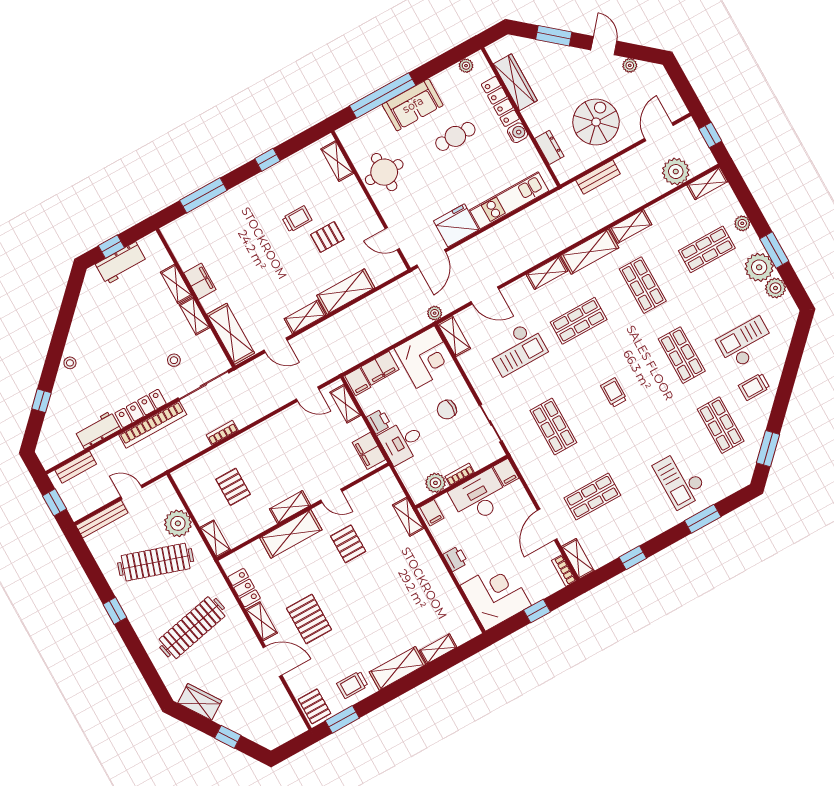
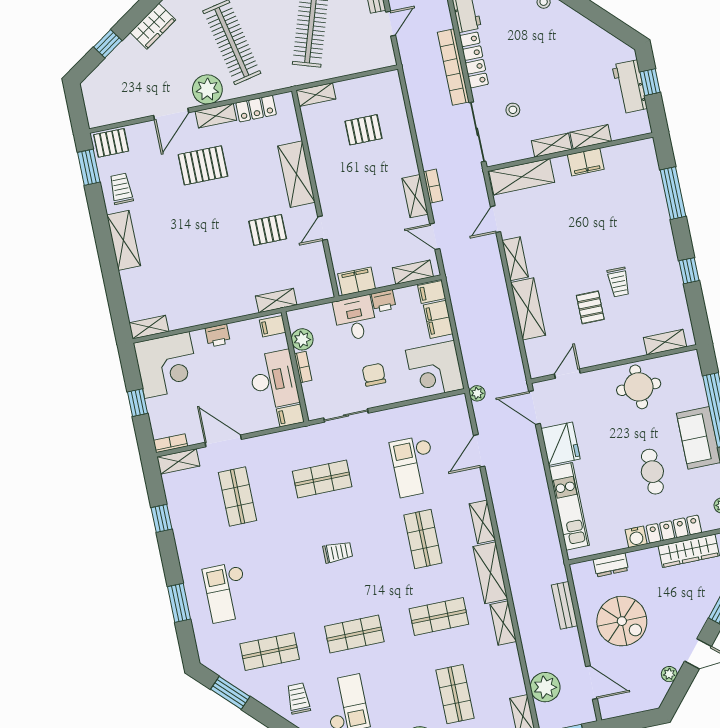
shelving: (454, 336) -> (447, 406), removed
door: (308, 394) -> (435, 236), hinge flipped
bookcase: (222, 433) -> (433, 186), moved
checkout: (680, 479) -> (227, 592), turned -90
shelving: (290, 507) -> (415, 196), moved
plant: (178, 523) -> (207, 89), moved
shelving: (438, 649) -> (149, 327), moved, turned 90

